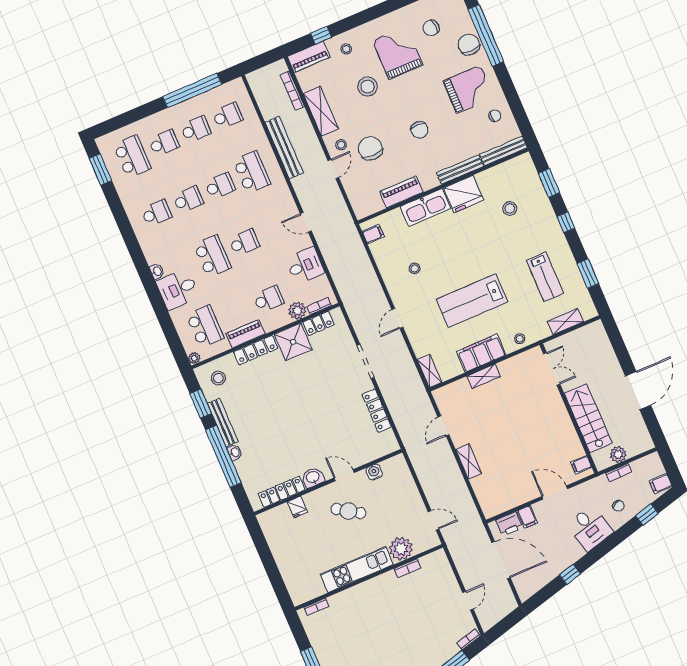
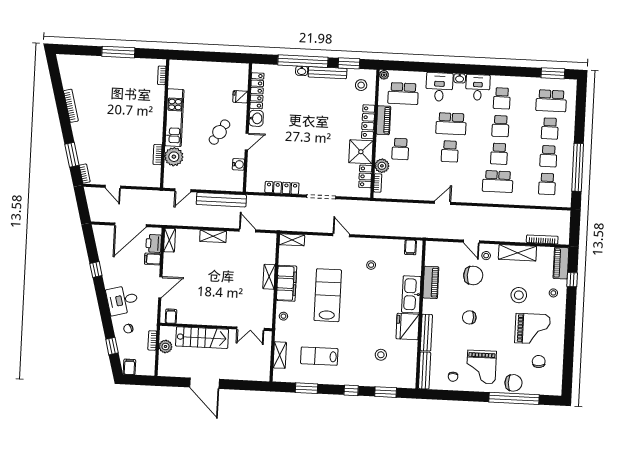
bench: (284, 148) -> (221, 200), moved
desk: (305, 266) -> (478, 87), moved, turned 180
shelving: (497, 508) -> (169, 240), added

